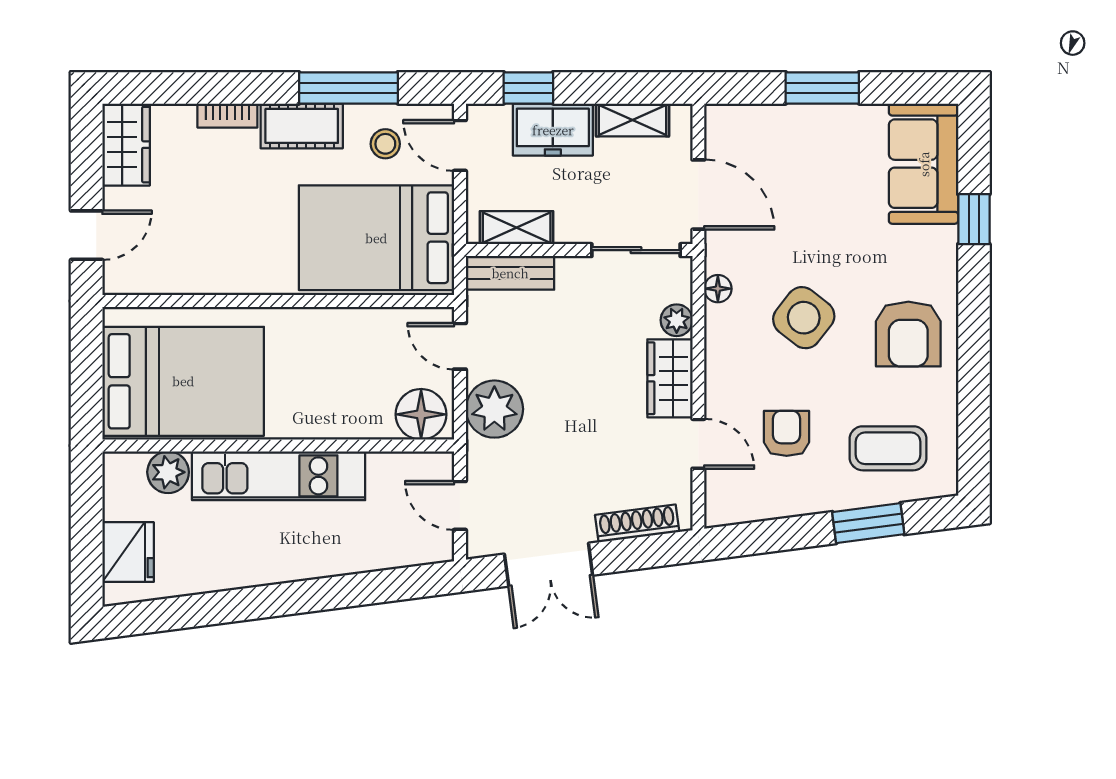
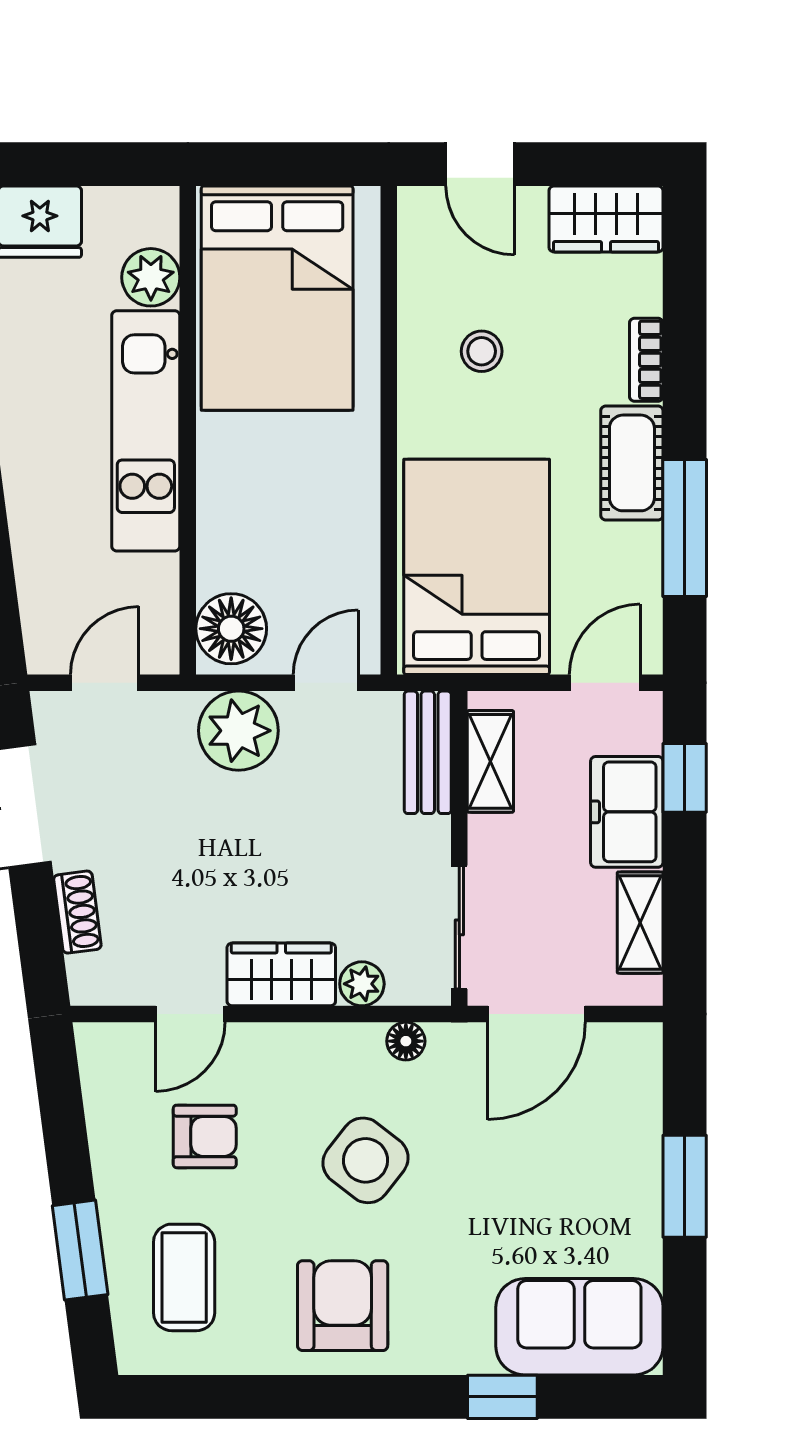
stool: (385, 144) -> (482, 351), moved
armchair: (908, 334) -> (343, 1306), turned 90
shoe rack: (637, 523) -> (77, 912), width x0.70

